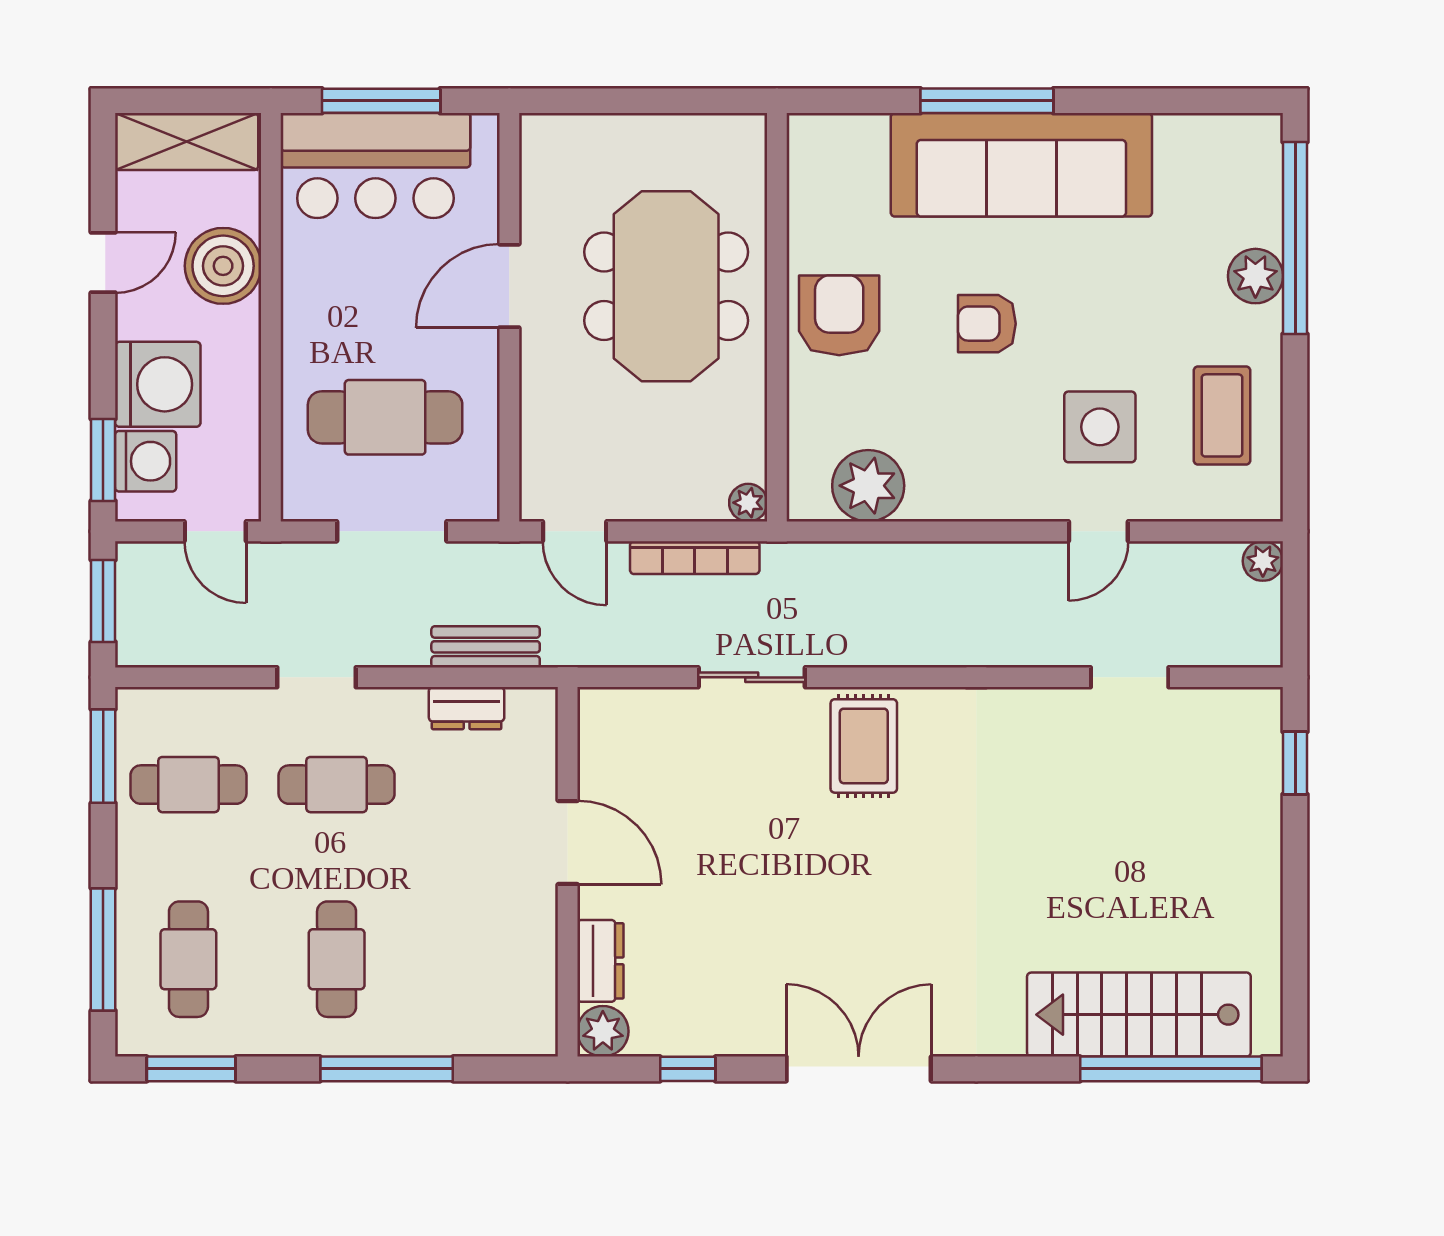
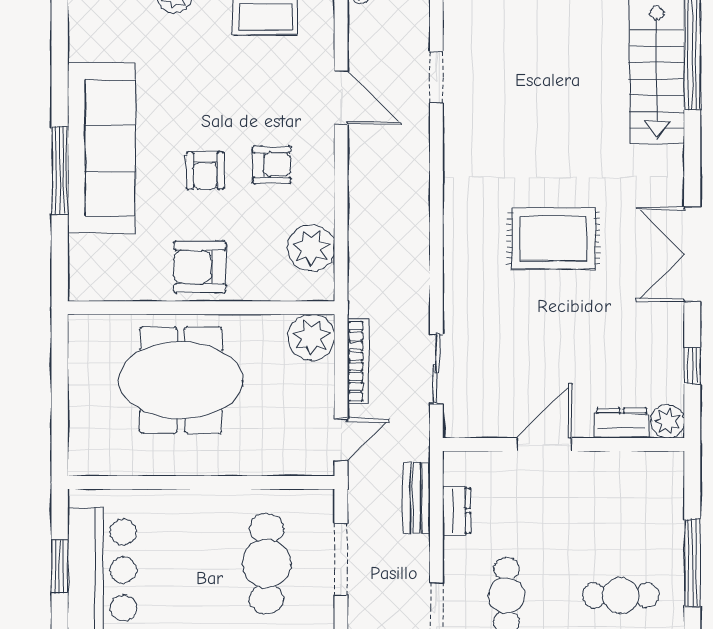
window: (381, 101) -> (60, 566), width x0.69
door: (509, 286) -> (181, 483), removed
armchair: (996, 425) -> (272, 165), added
side table: (1100, 427) -> (273, 97), removed
plant: (748, 503) -> (311, 337), width x1.87, depth x1.87
door: (1098, 531) -> (341, 98), width x1.37
sliding door: (752, 677) -> (436, 369), moved
rug: (864, 746) -> (554, 238), moved, width x1.36, depth x1.43

